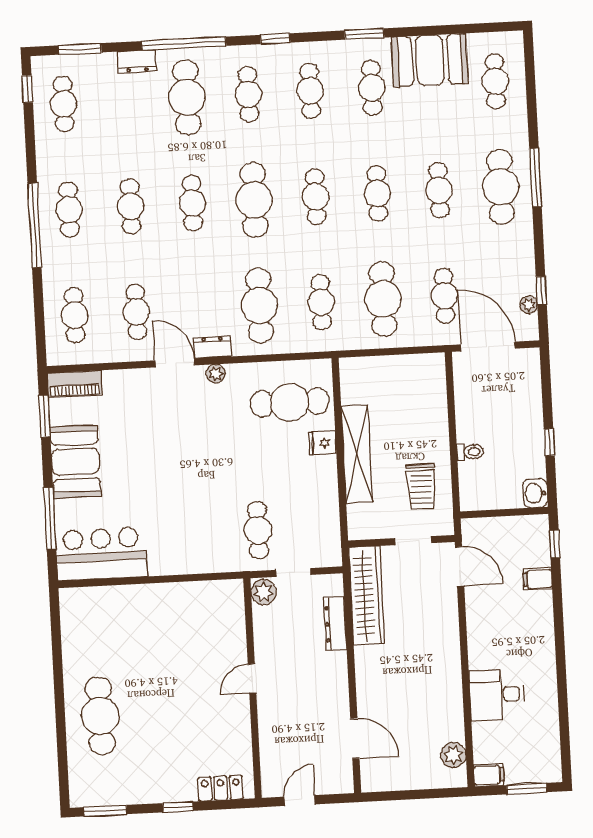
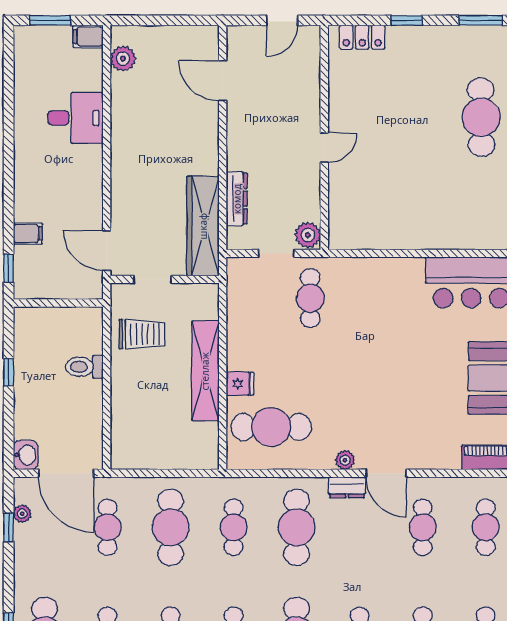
toilet: (470, 452) -> (84, 367), width x1.37, depth x1.39
trolley: (421, 486) -> (142, 334), turned 90
washbasin: (535, 493) -> (26, 455), moved

